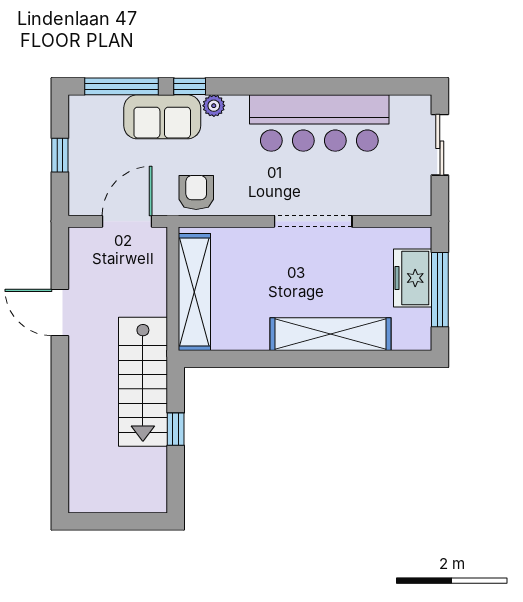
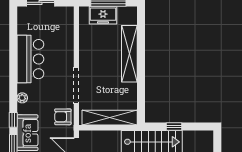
plant: (214, 106) -> (22, 98), moved
bar counter: (319, 123) -> (30, 59), width x0.73
doorway: (313, 221) -> (76, 86), moved

